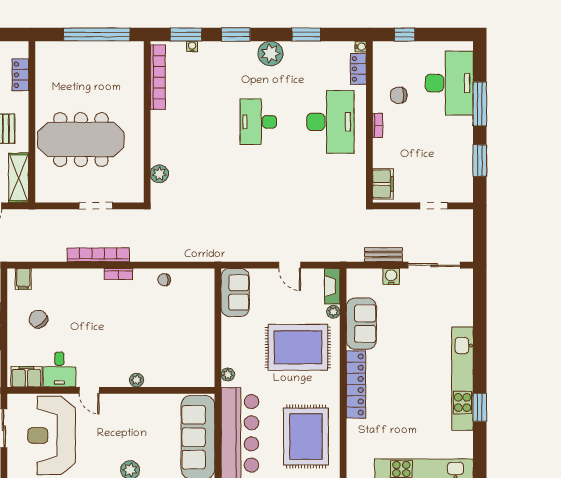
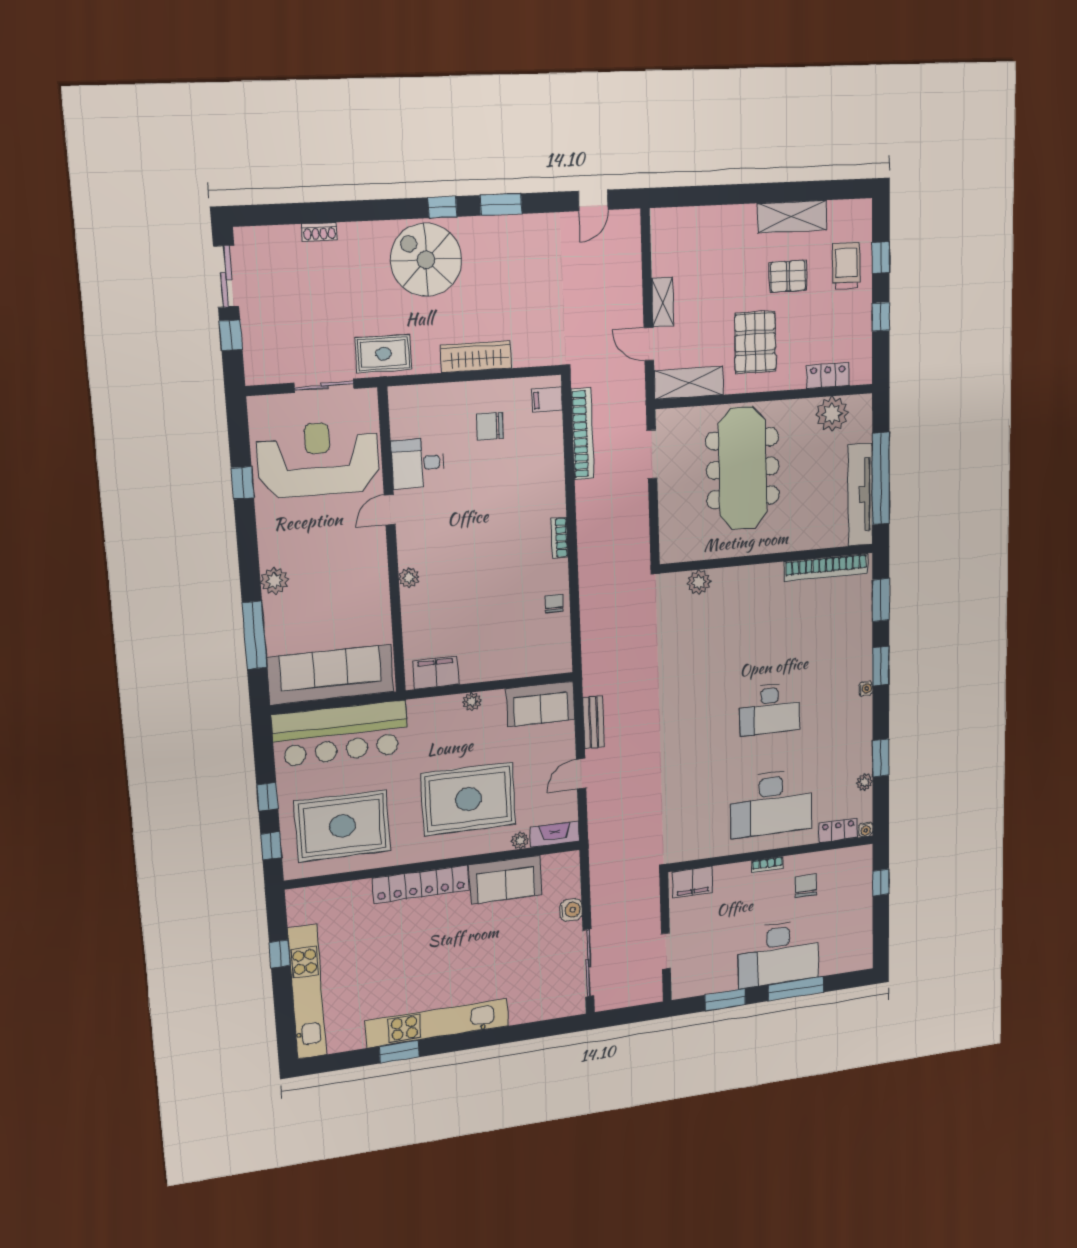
water cooler: (192, 46) -> (866, 689), moved
tv unit: (107, 51) -> (860, 495), added
plant: (271, 53) -> (864, 782), moved, width x0.53, depth x0.53
plant: (48, 72) -> (832, 414), added
desk: (449, 83) -> (778, 953), moved
desk: (258, 122) -> (770, 709), turned 180
doorway: (96, 206) -> (652, 454), moved
bookcase: (98, 255) -> (583, 434), moved
bench: (383, 255) -> (594, 722), moved
chair: (38, 319) -> (490, 426), turned -137
rug: (298, 347) -> (468, 799), turned 90
plant: (228, 374) -> (472, 702), moved
filing cabinet: (26, 377) -> (436, 672), moved, turned -90

